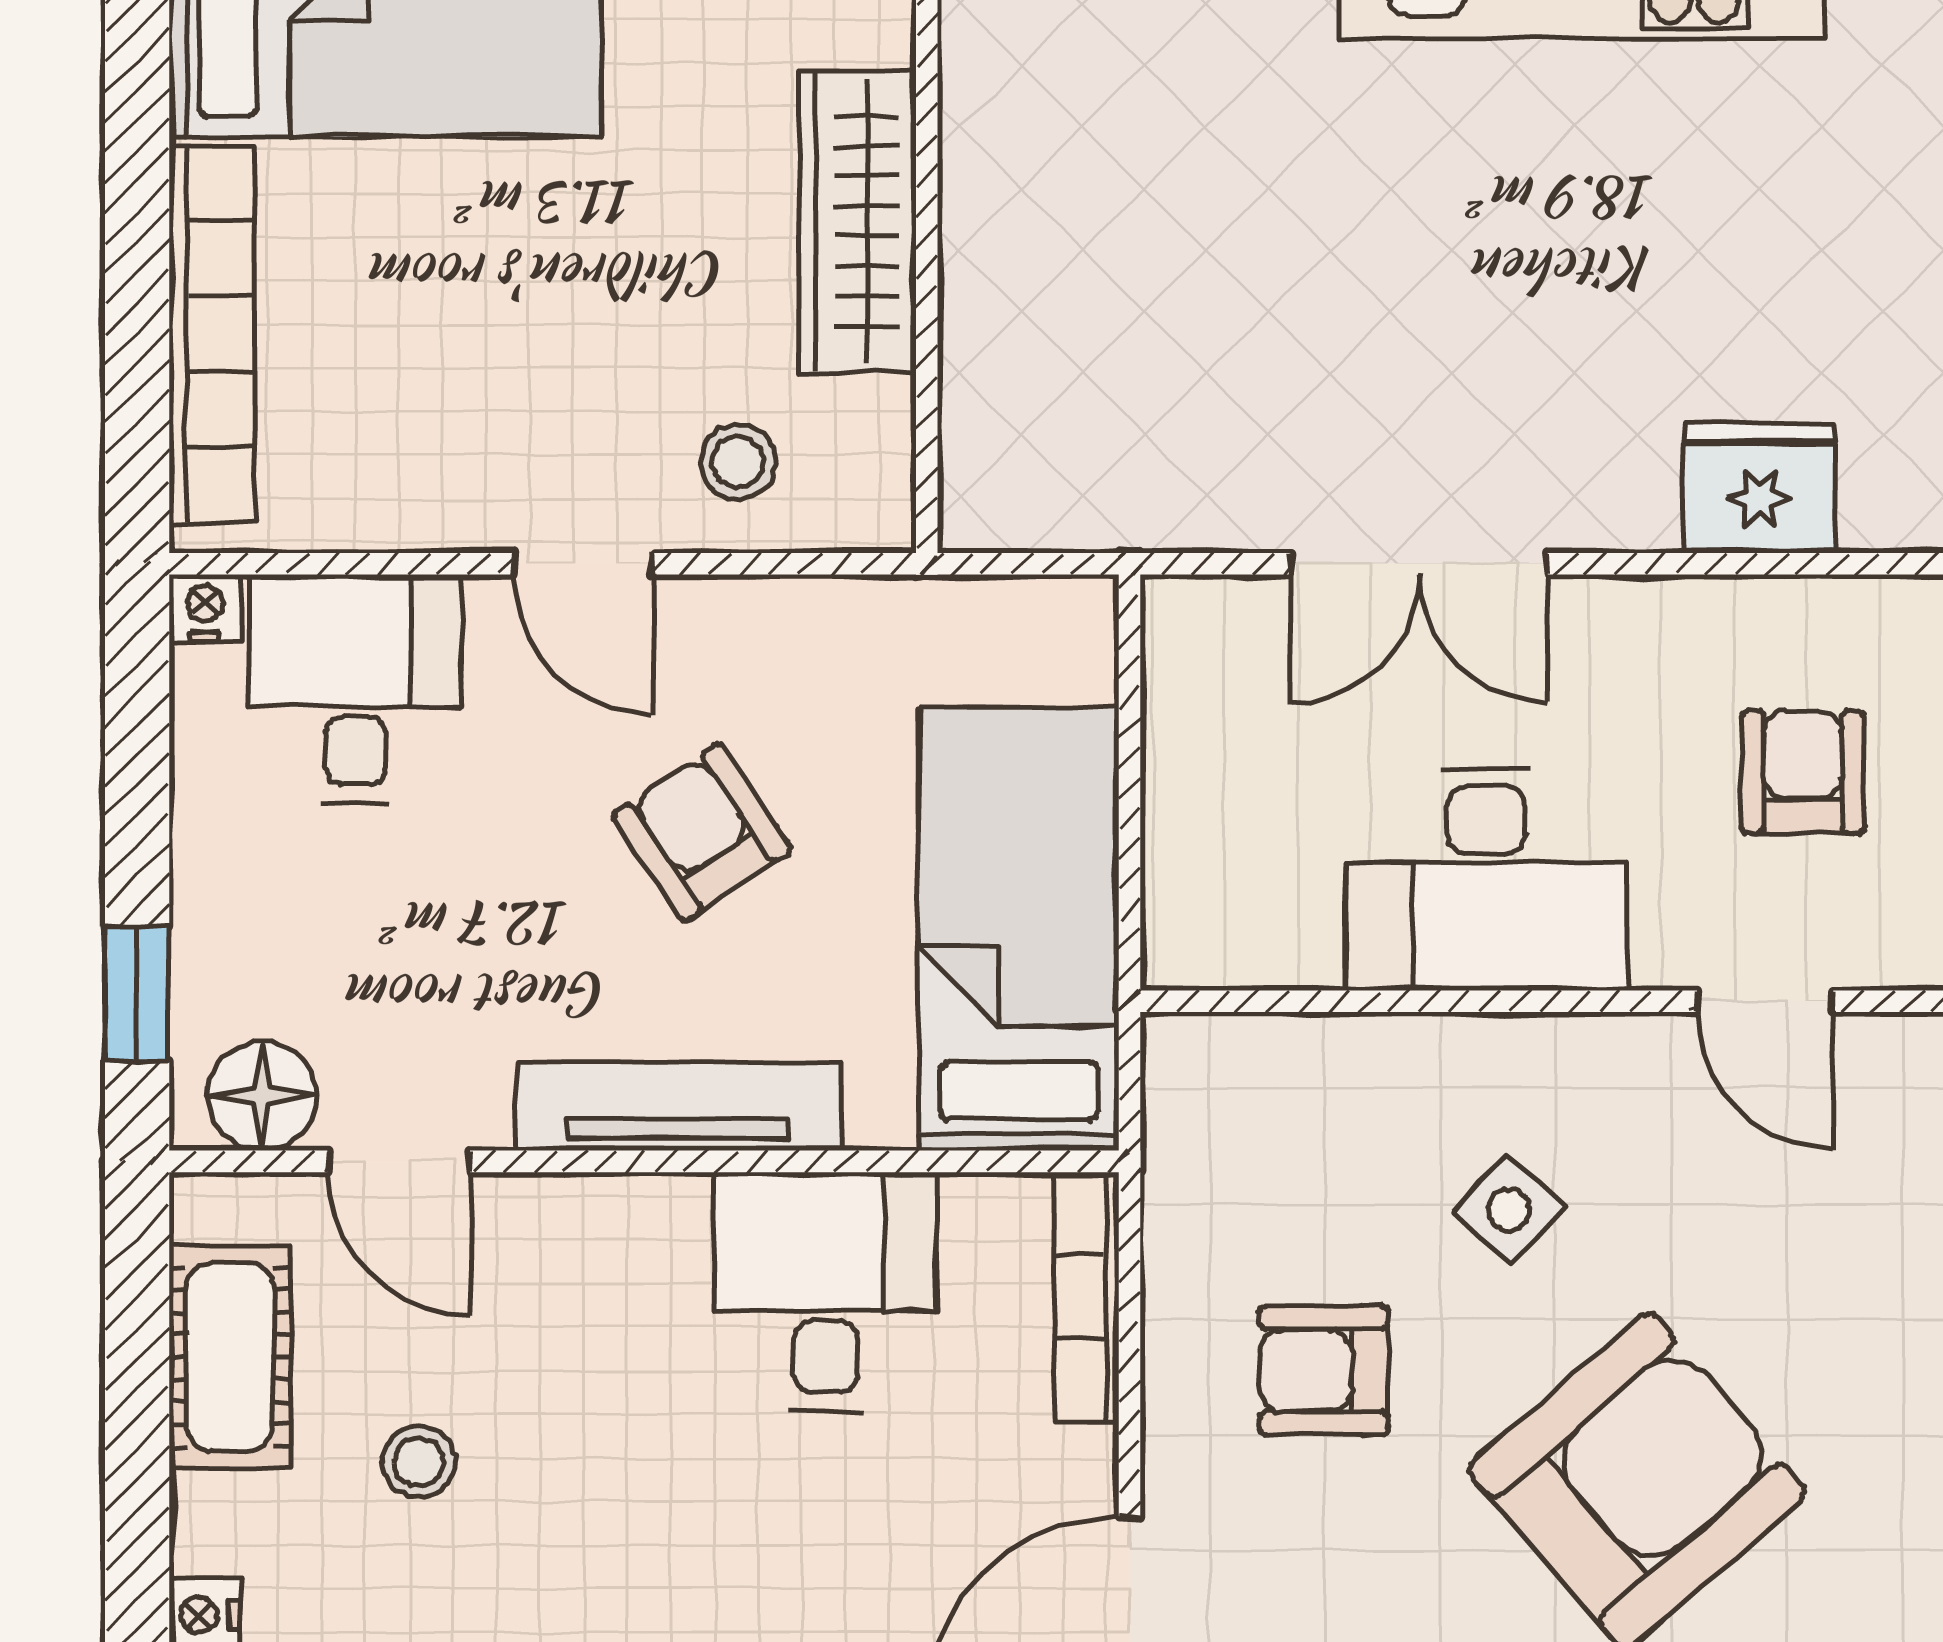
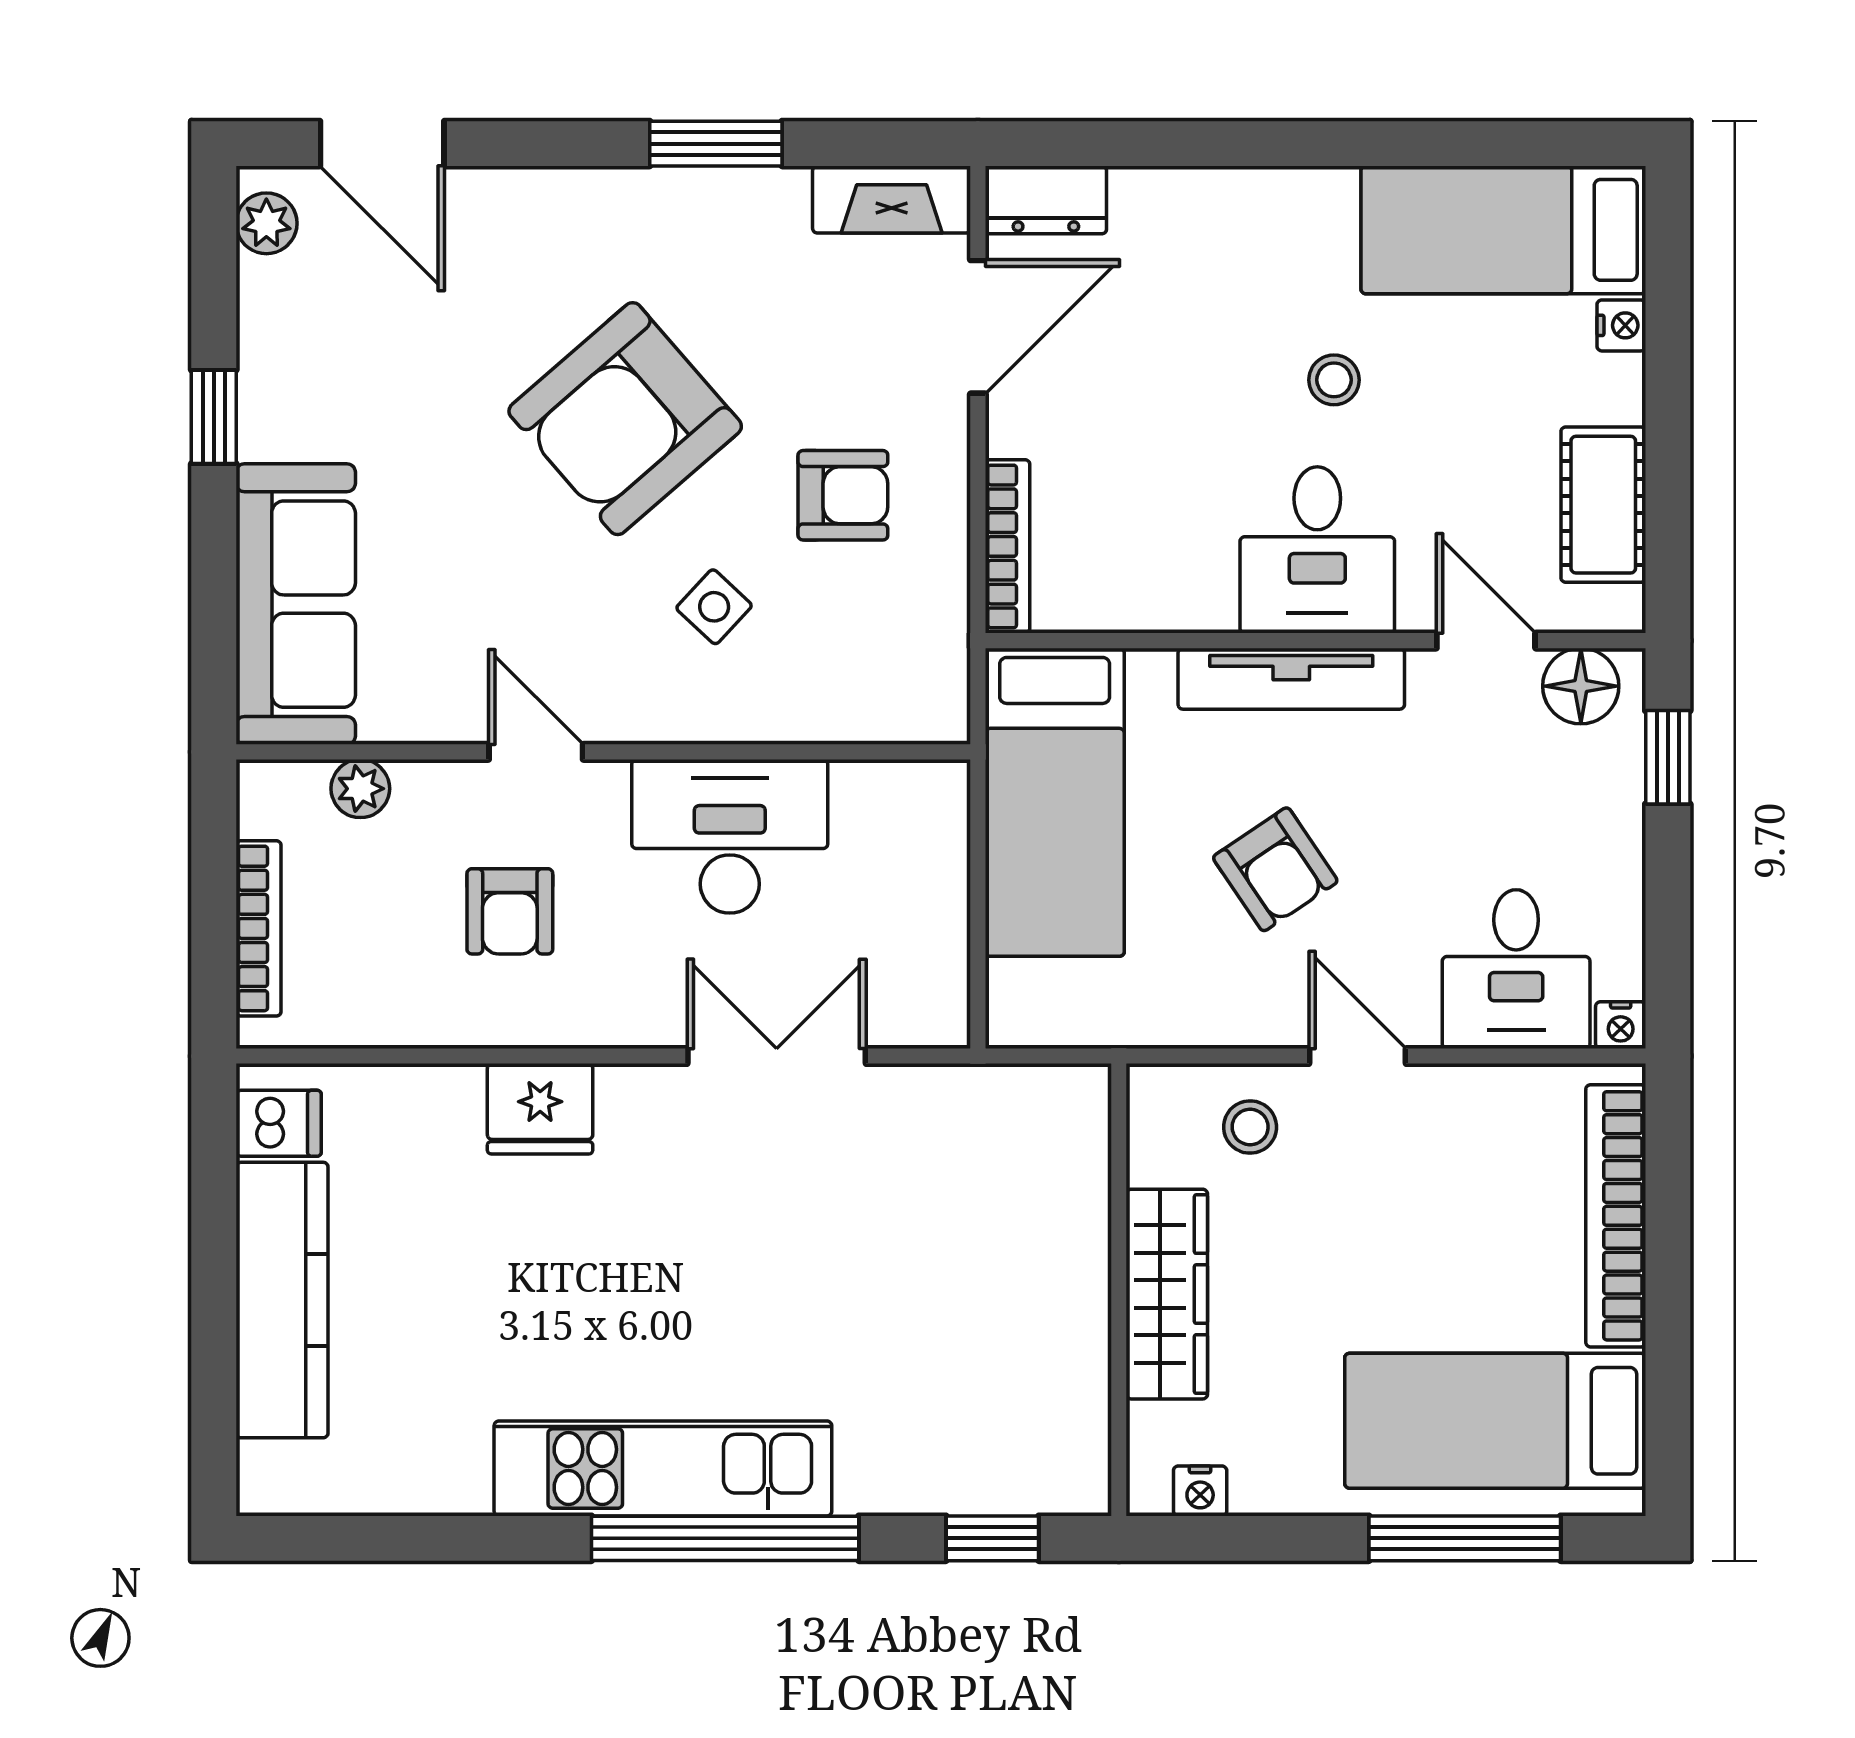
desk: (826, 1292) -> (1317, 550), moved
stool: (419, 1462) -> (1334, 380), moved

